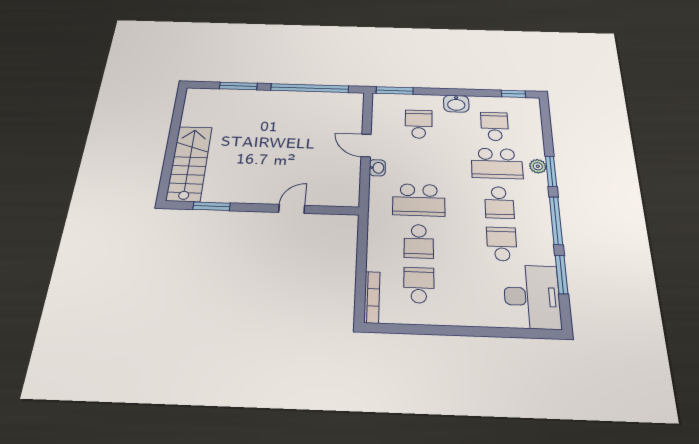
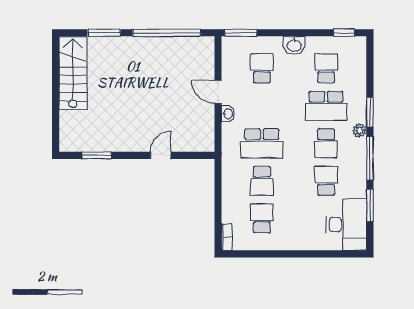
stairs: (189, 163) -> (73, 73), moved
plant: (538, 166) -> (360, 130), moved
bookcase: (372, 297) -> (227, 237), width x0.64

